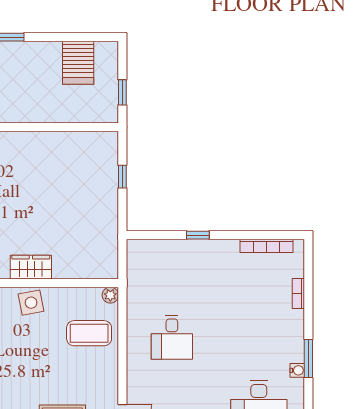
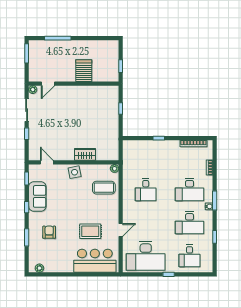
server rack: (78, 63) -> (84, 71), moved, turned 180
wardrobe: (31, 267) -> (85, 154), moved
desk: (259, 337) -> (190, 190), added

